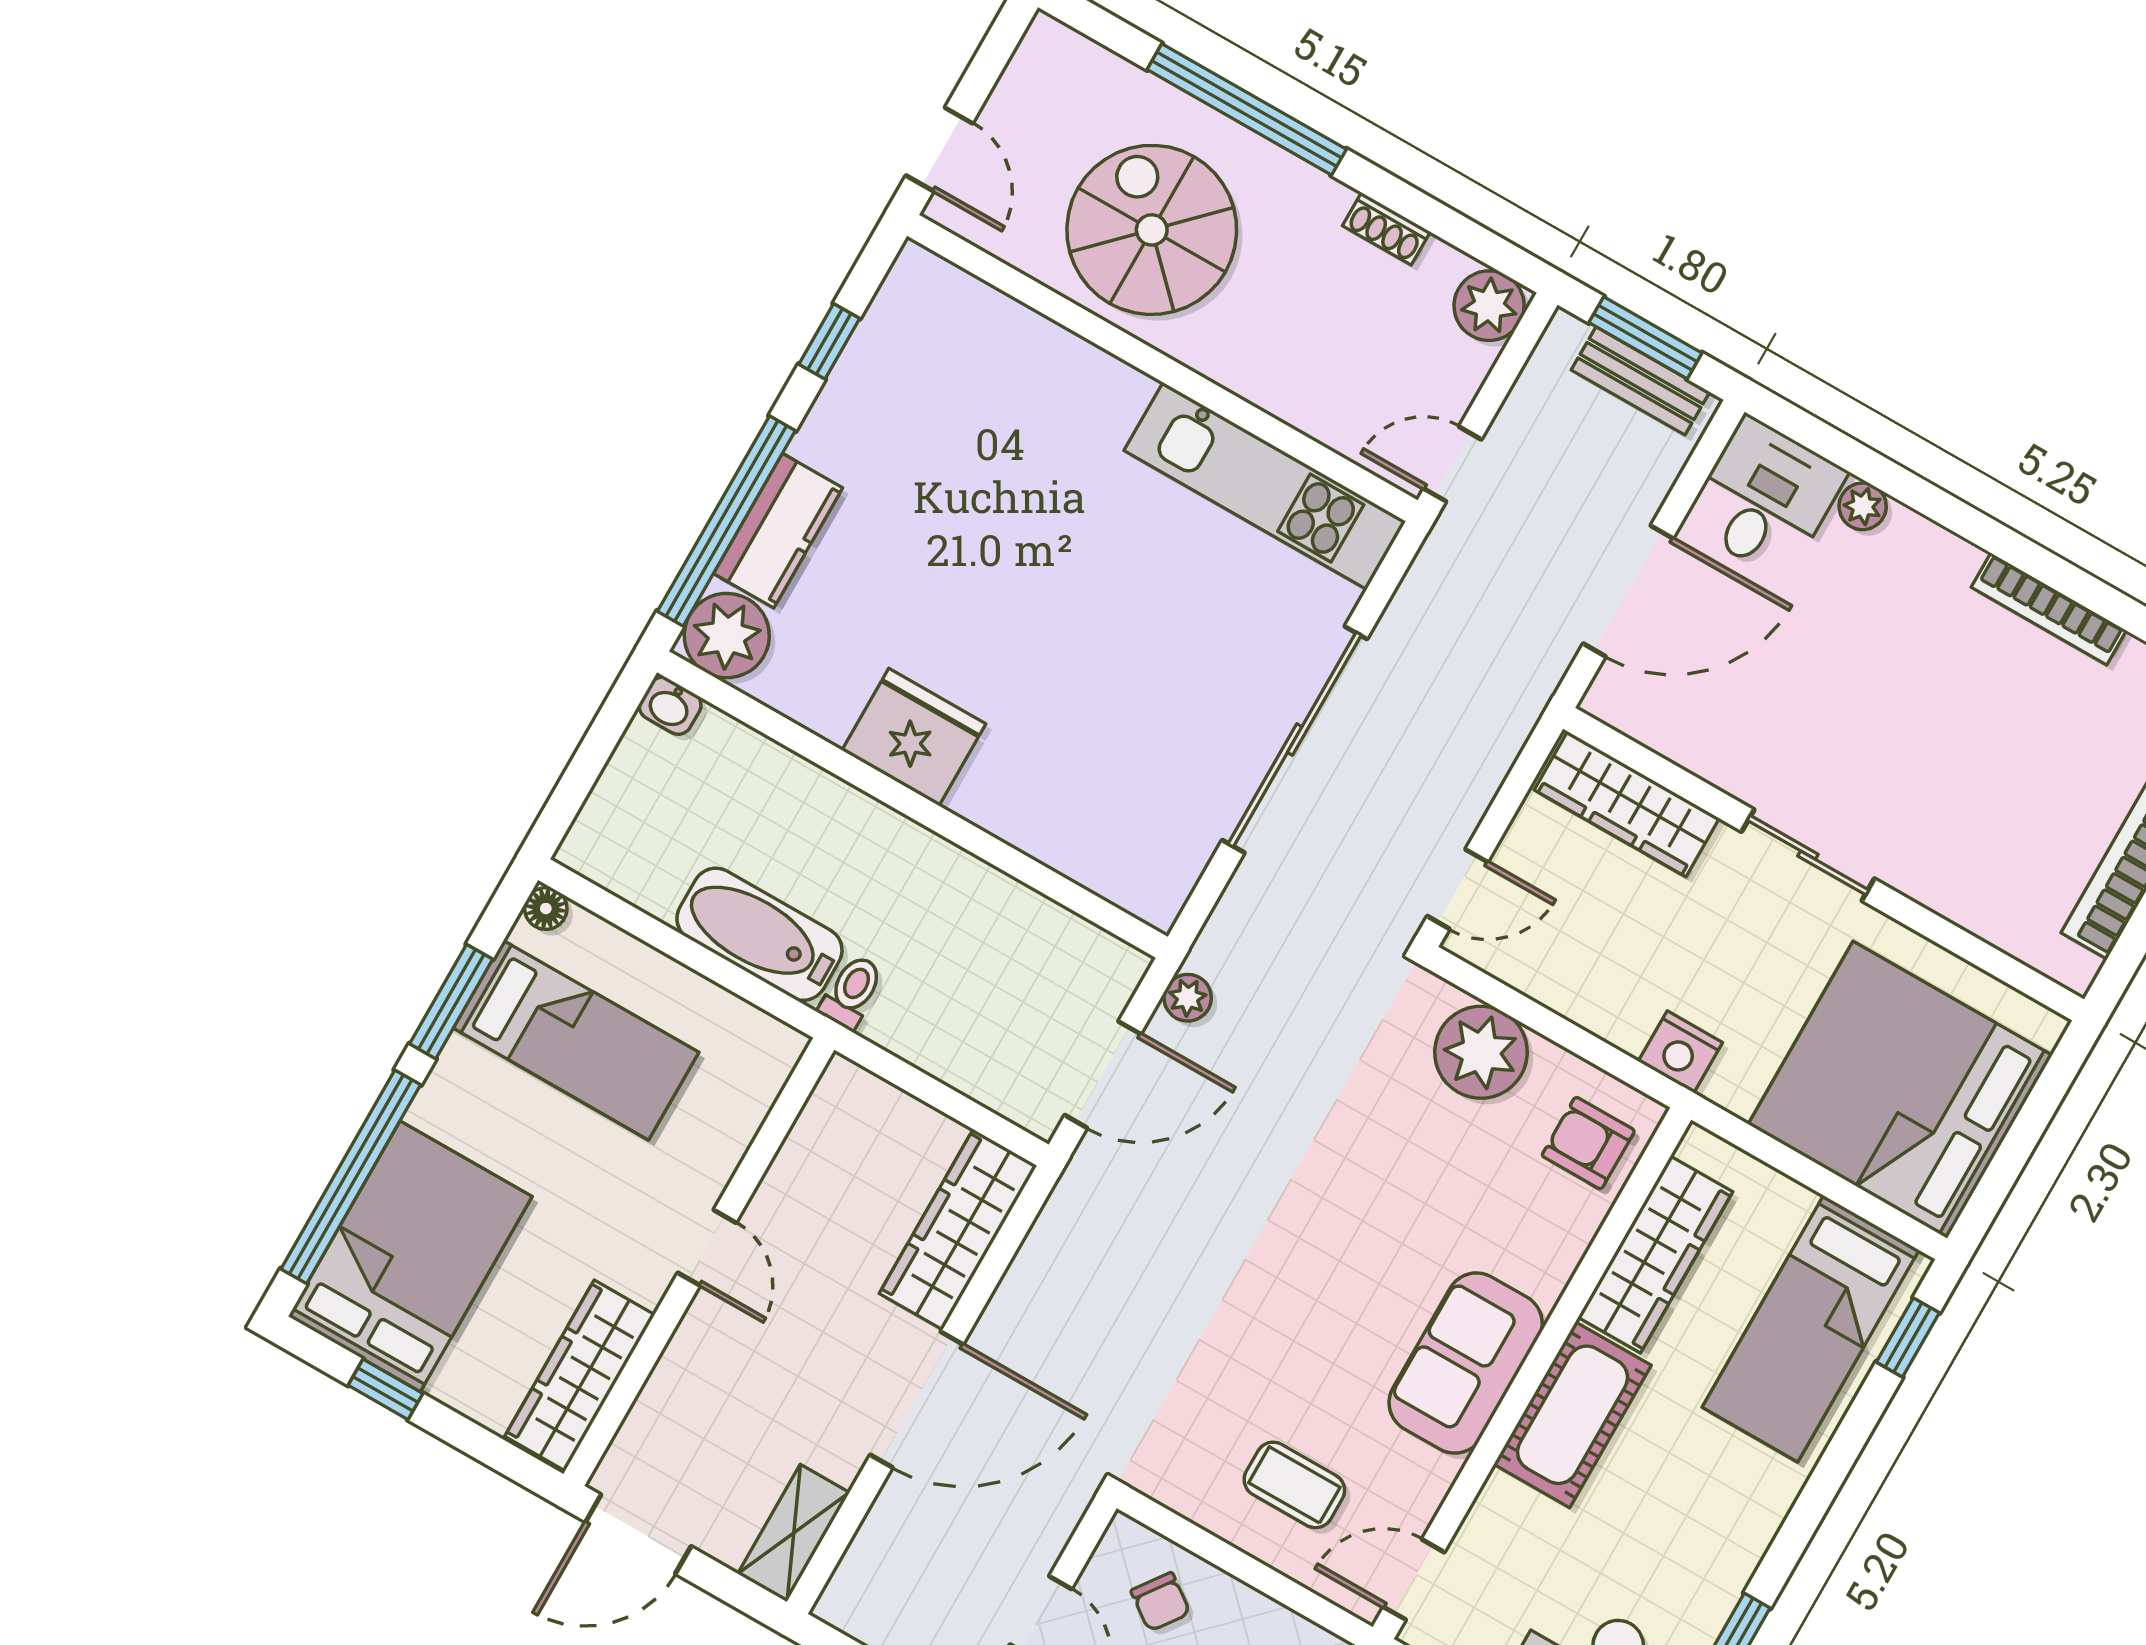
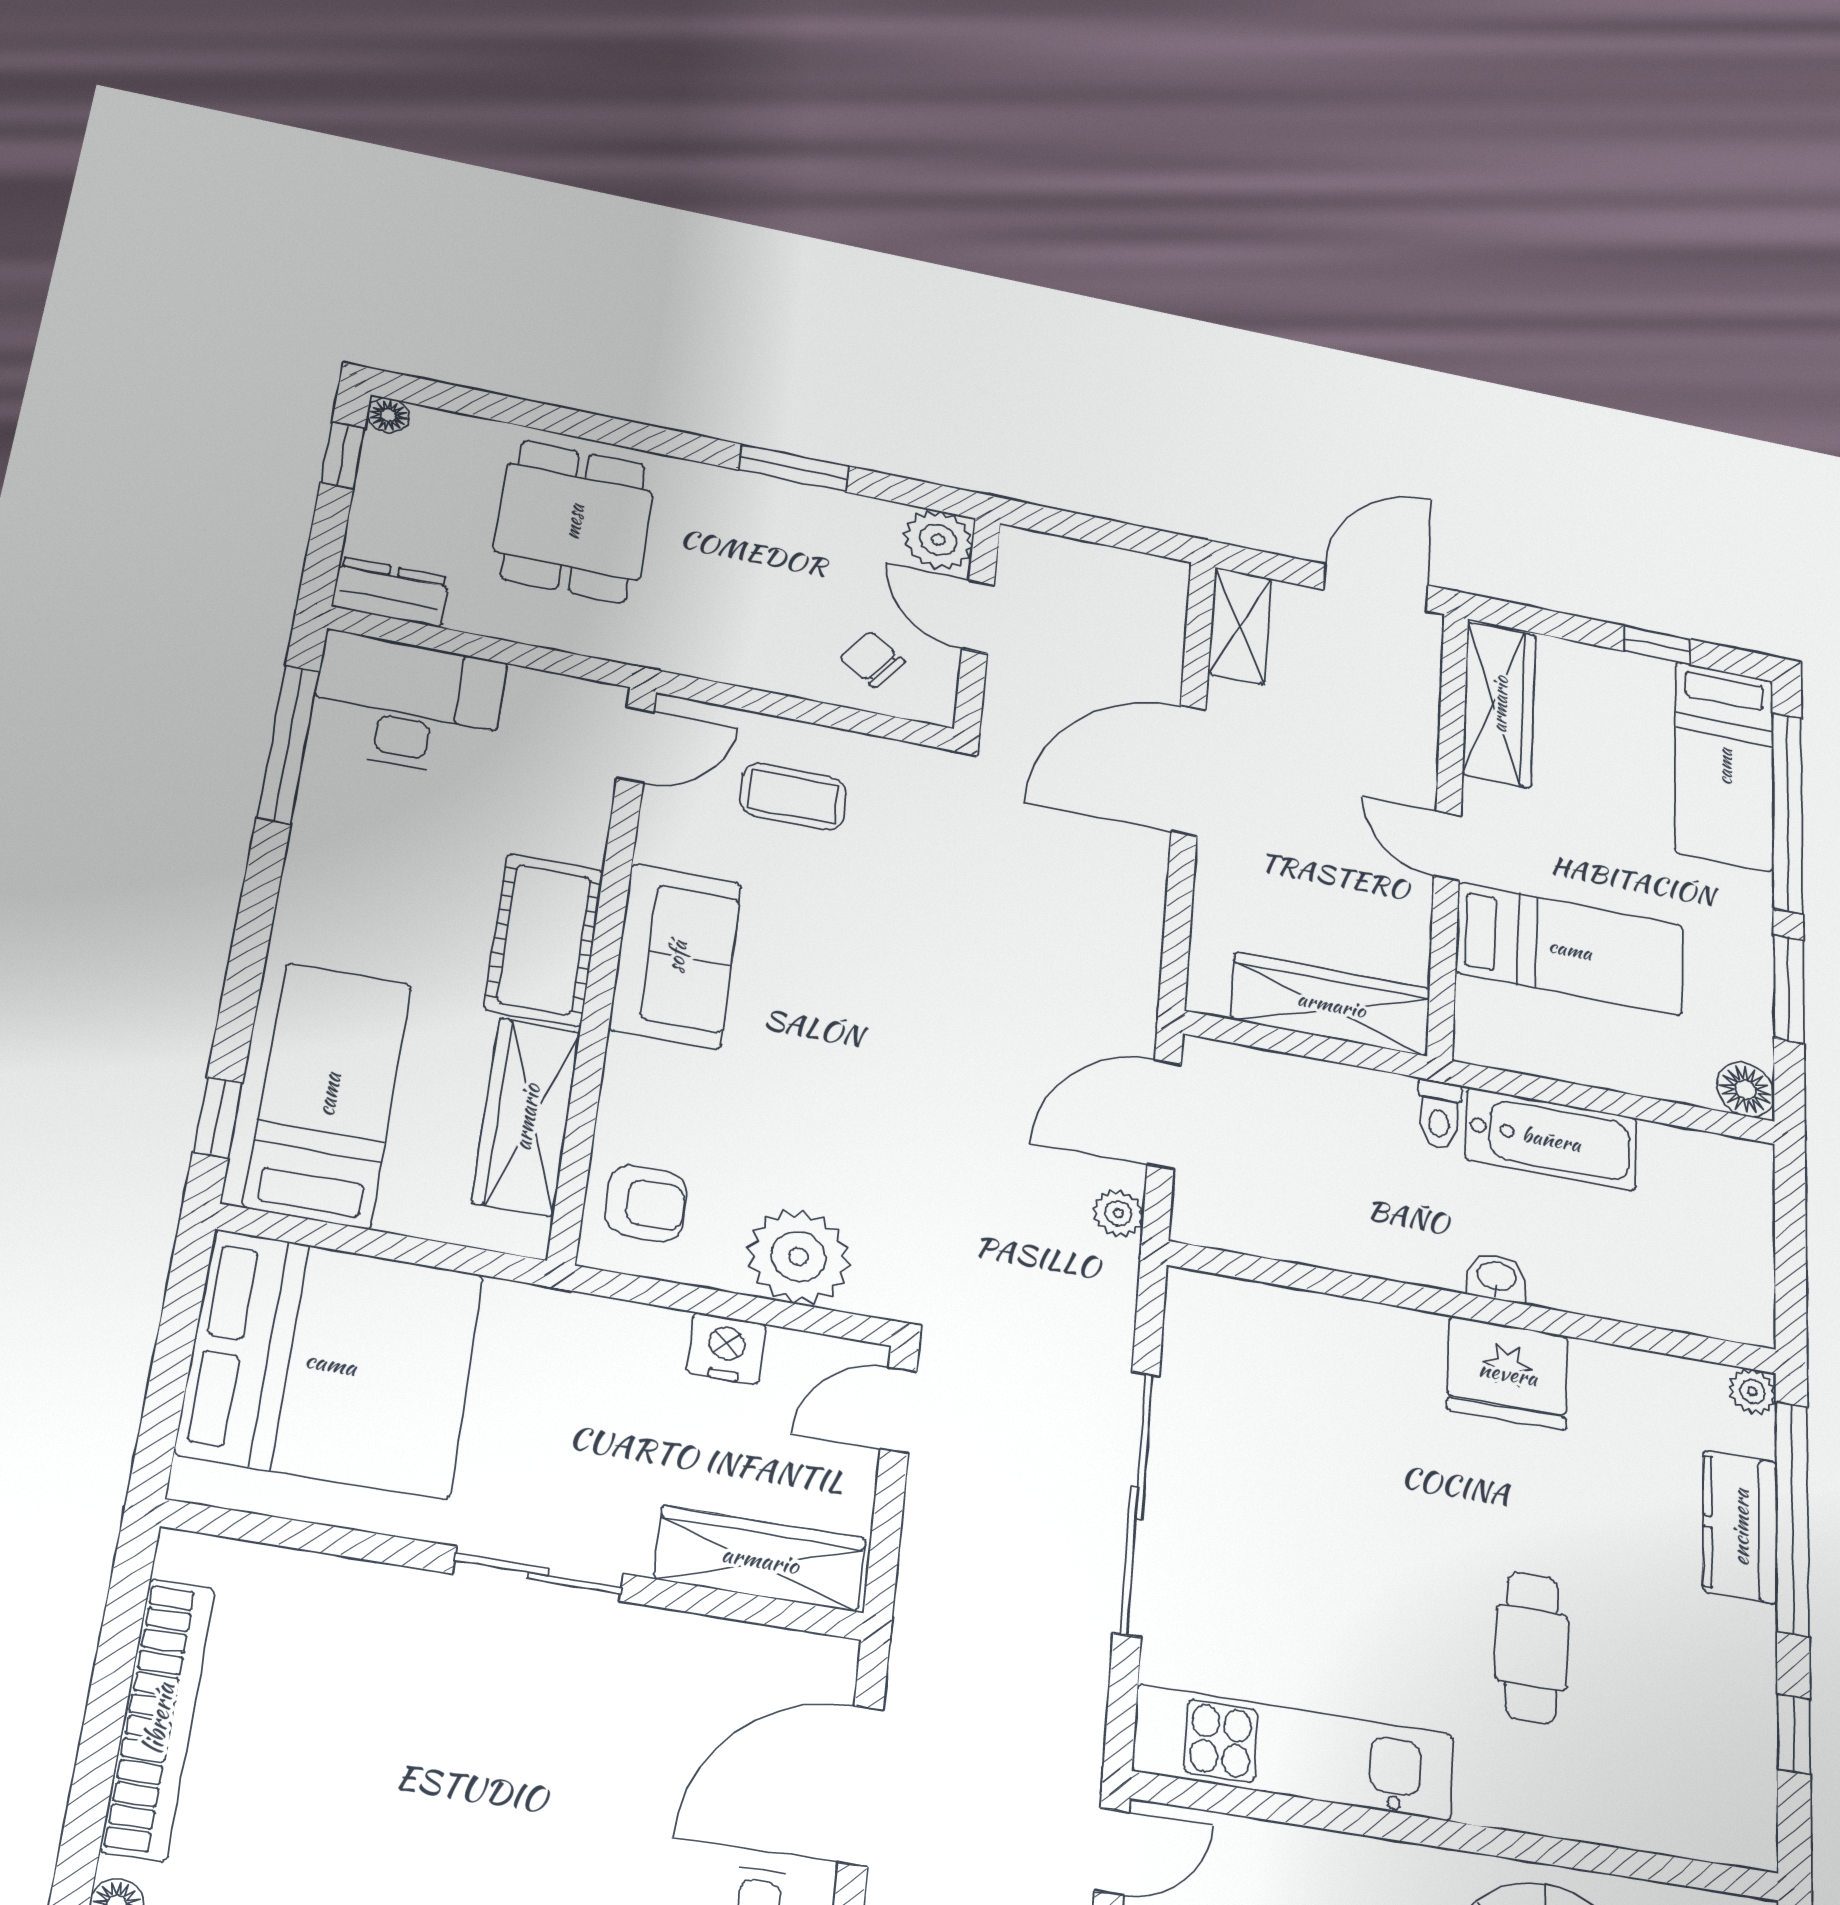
cafe table: (1019, 497) -> (1532, 1647), added
plant: (727, 636) -> (1752, 1391), width x0.53, depth x0.53
washbasin: (670, 706) -> (1496, 1277), moved
floor lamp: (546, 909) -> (1746, 1090), width x1.37, depth x1.37
bed: (576, 1040) -> (1570, 949), moved, turned 180
nightstand: (1680, 1052) -> (726, 1348), moved
wardrobe: (958, 1230) -> (1331, 1004), moved, turned -90
bed: (410, 1256) -> (1724, 766), width x0.67

